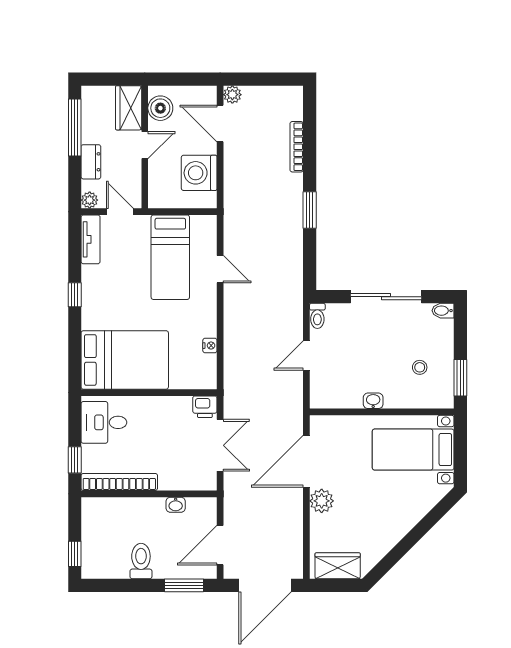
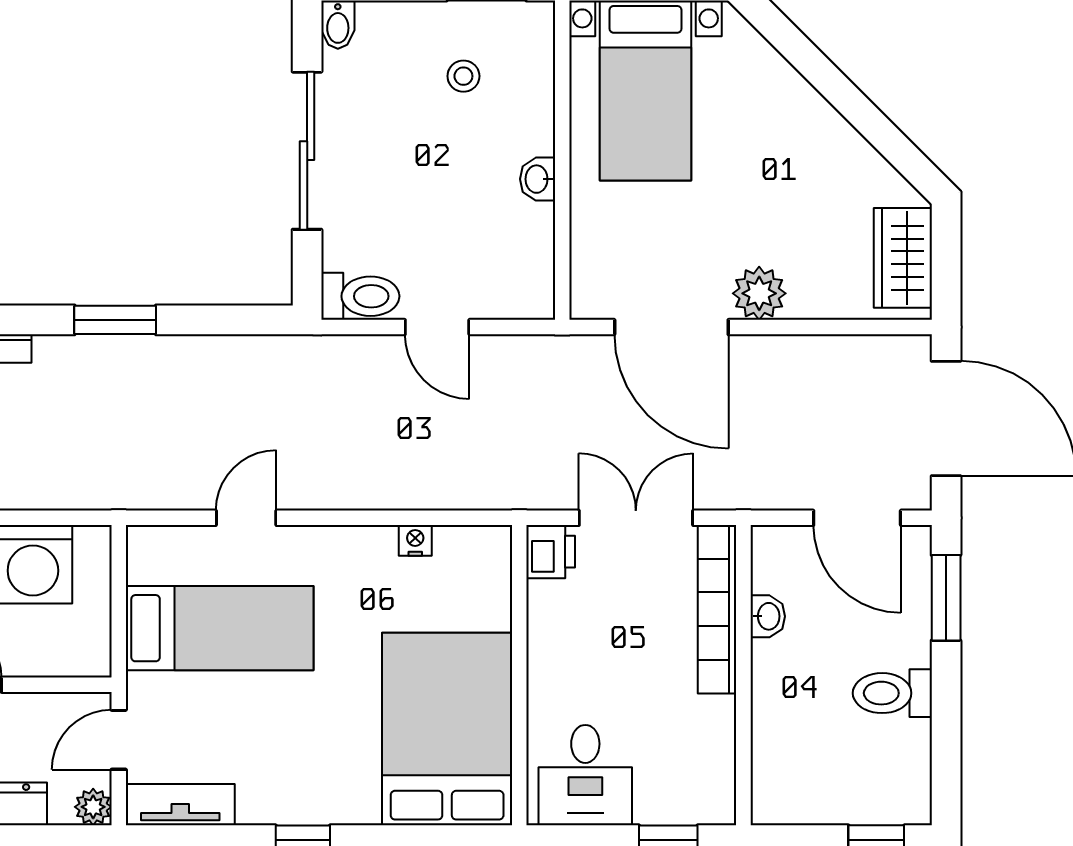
toilet: (317, 316) -> (360, 296), width x1.37, depth x1.39
bookcase: (119, 482) -> (717, 609), moved

